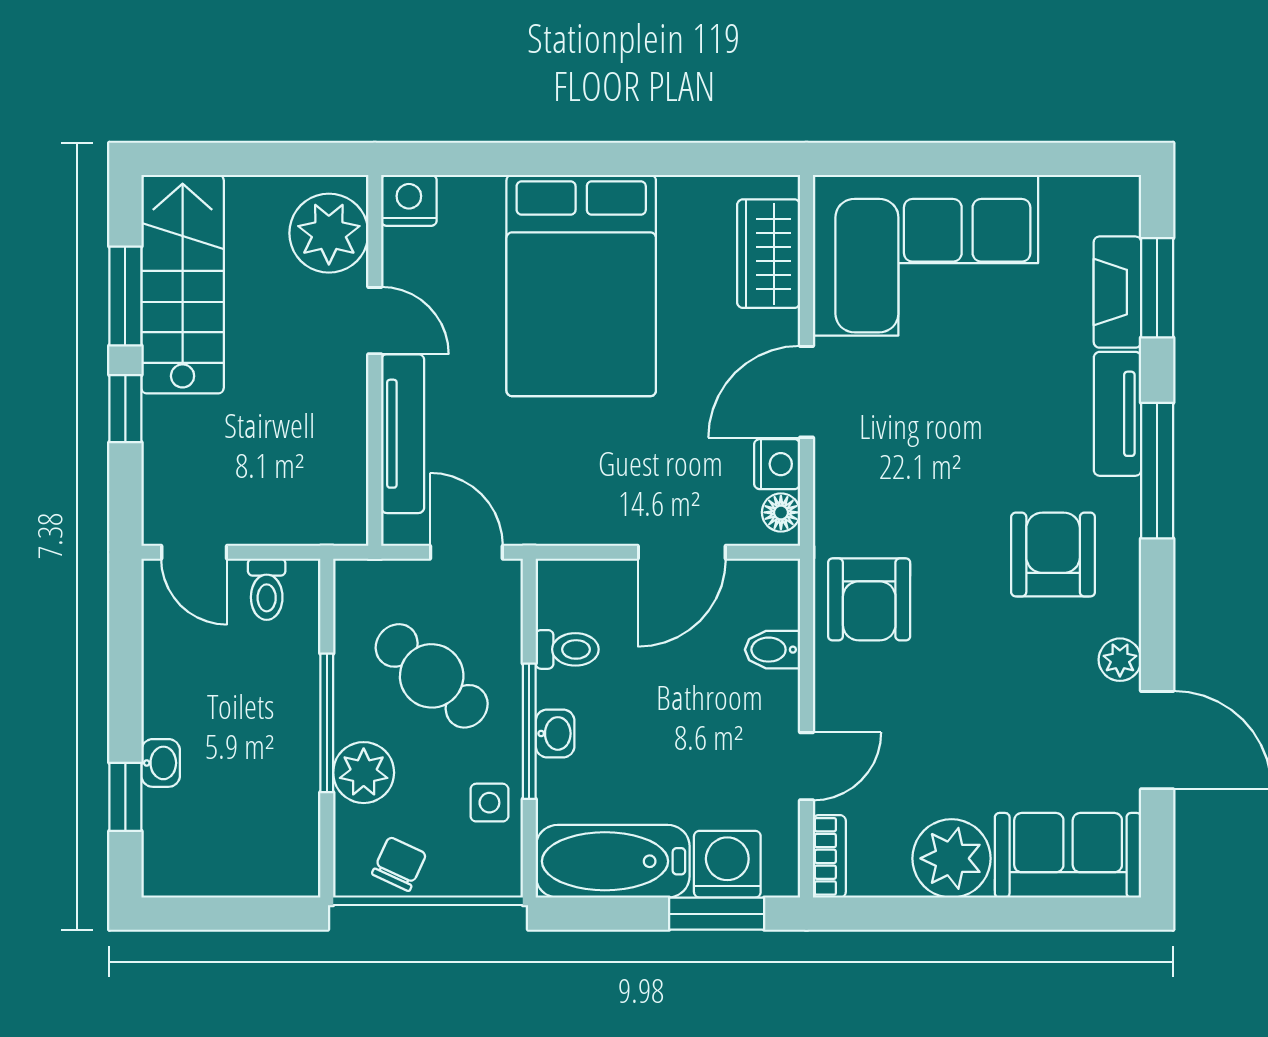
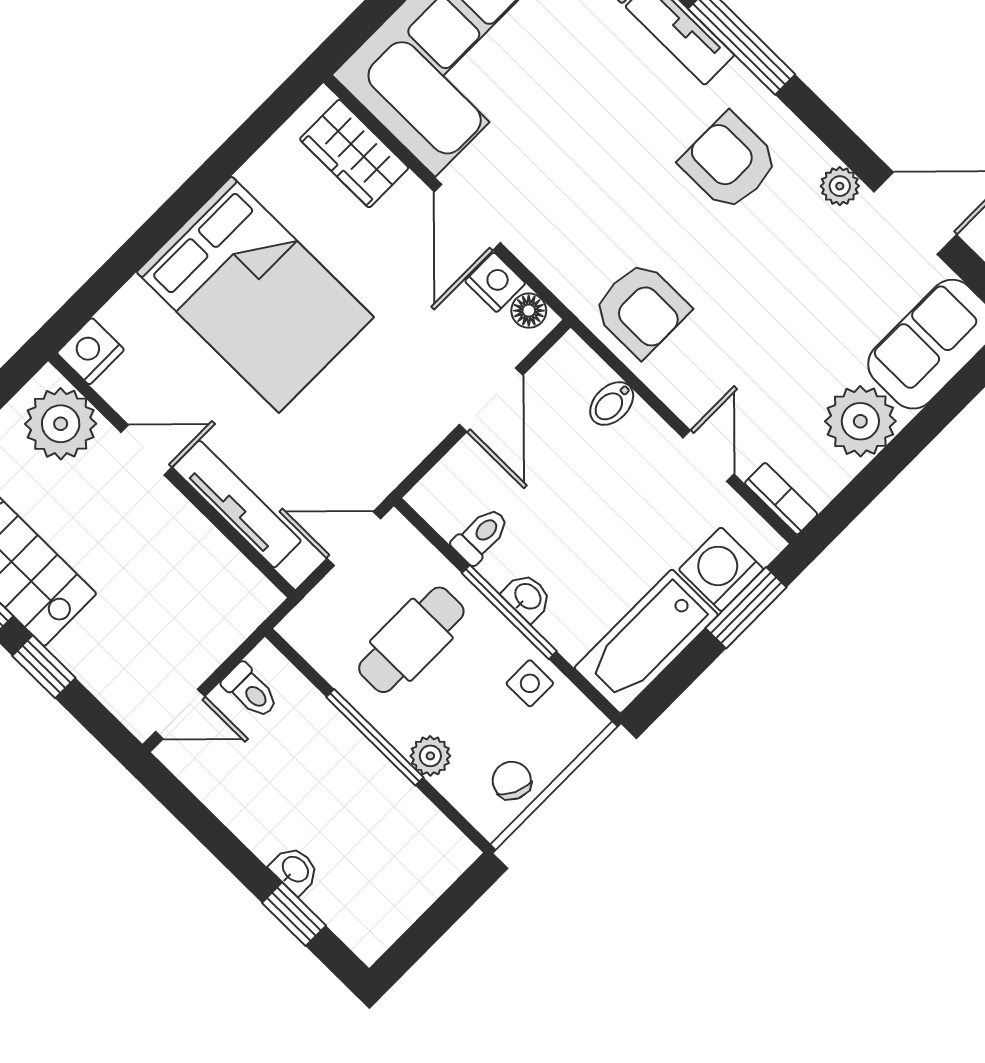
cafe table: (432, 676) -> (411, 640), turned -41
plant: (364, 773) -> (430, 756), width x0.73, depth x0.73

